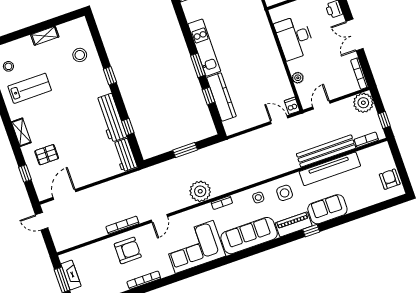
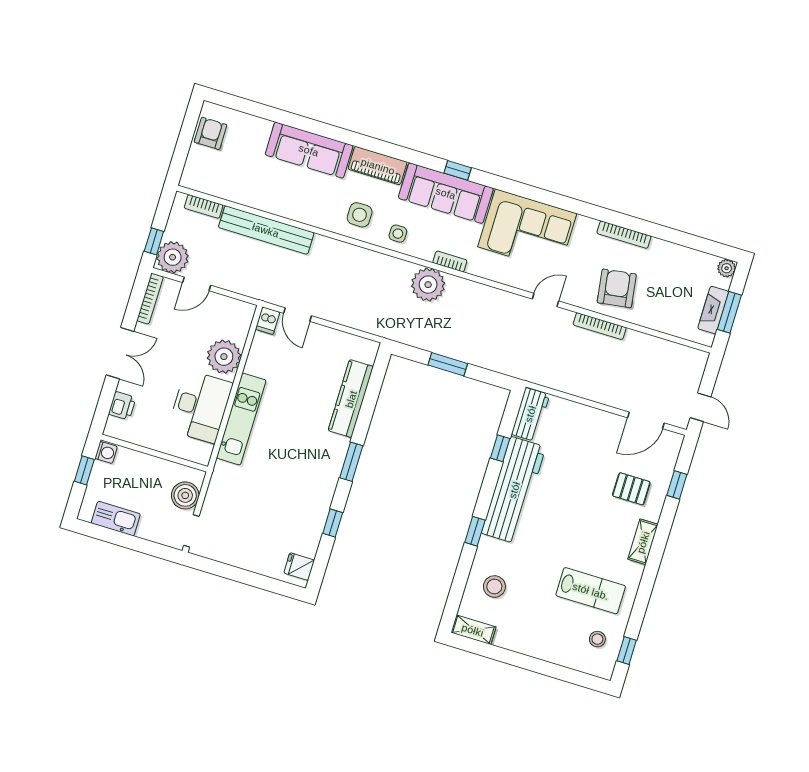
shelving: (45, 36) -> (473, 630), moved
kitchen unit: (204, 48) -> (241, 419), moved, turned 180
plant: (298, 78) -> (224, 357), width x1.87, depth x1.87
lab bench: (30, 88) -> (591, 591), turned 180
window: (209, 96) -> (333, 523), moved
door: (321, 105) -> (197, 284), moved
workbench: (111, 118) -> (514, 490), width x1.36, depth x1.32
window: (384, 120) -> (154, 241), moved
tv unit: (330, 169) -> (278, 203), removed
armchair: (390, 179) -> (211, 133), turned 180
plant: (200, 191) -> (428, 285), moved
sofa: (327, 209) -> (309, 150), width x1.36
window: (311, 231) -> (458, 170), moved
armchair: (128, 250) -> (617, 288), turned 82

